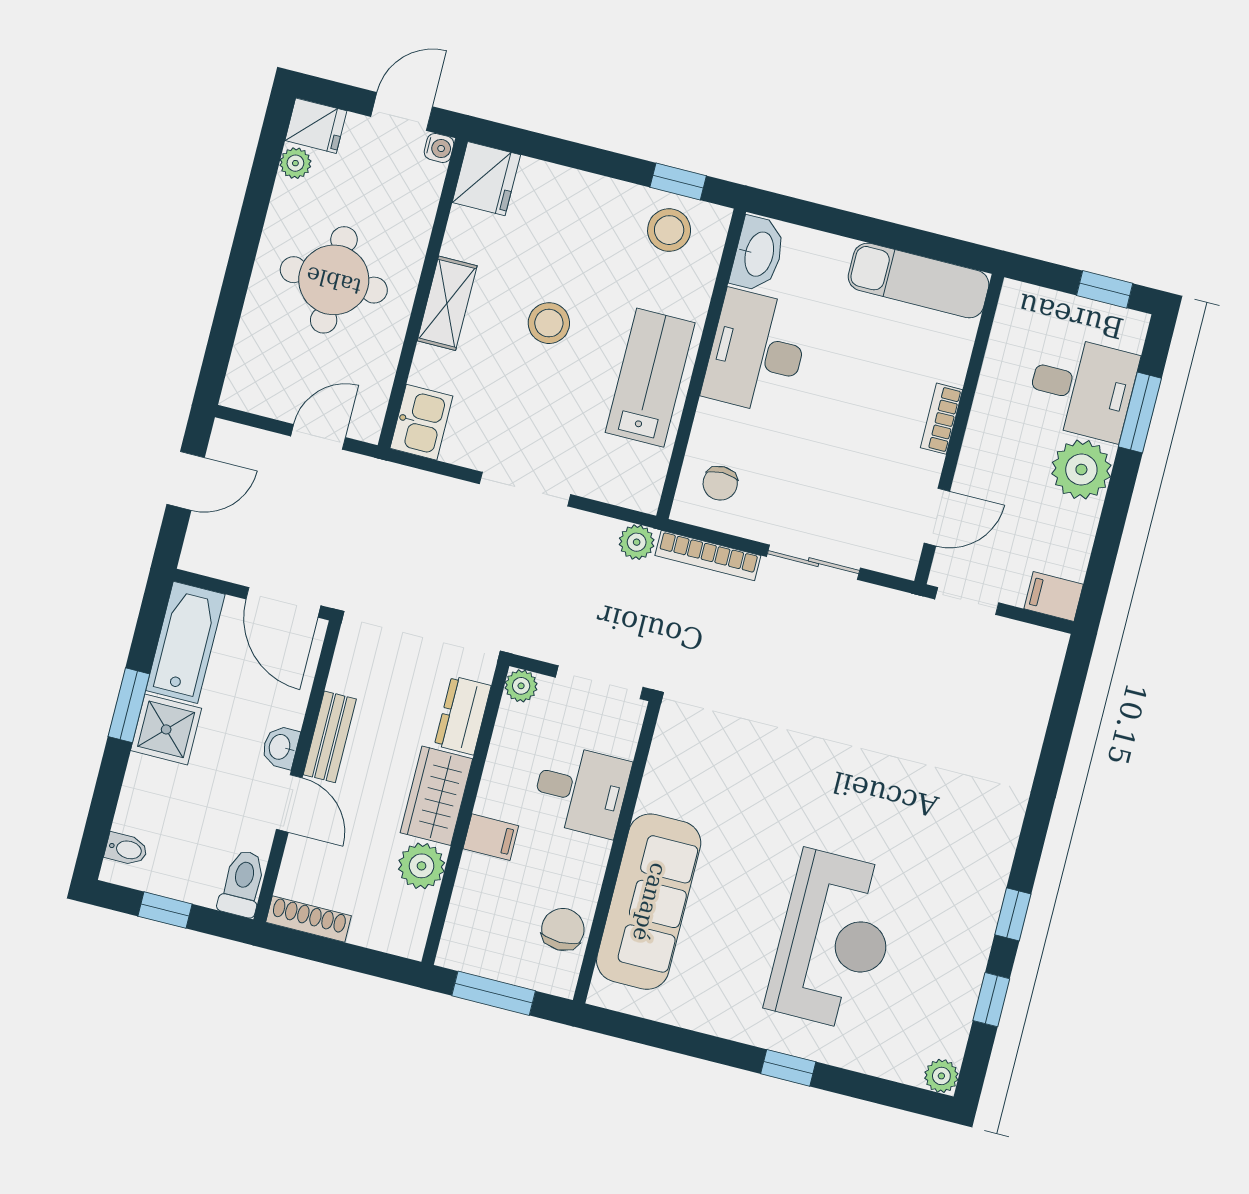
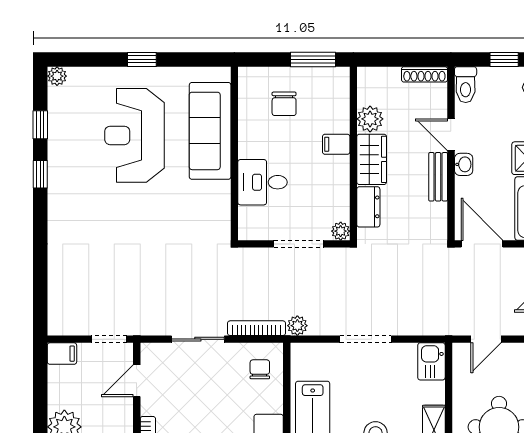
desk: (581, 790) -> (262, 182), moved
wall: (617, 852) -> (234, 153), moved
sofa: (649, 902) -> (210, 131), moved

